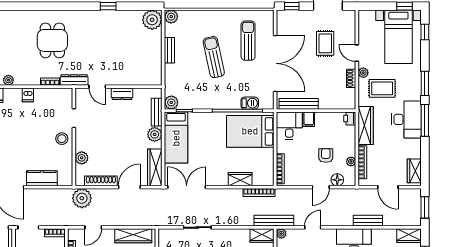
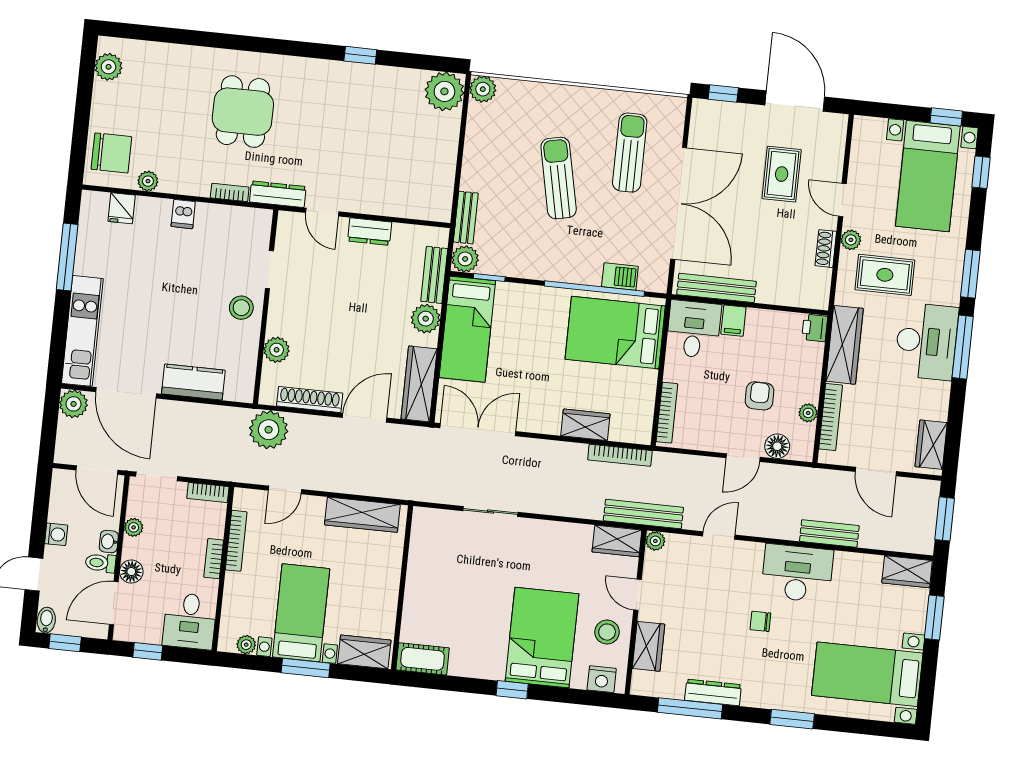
bench: (169, 50) -> (466, 218), moved

